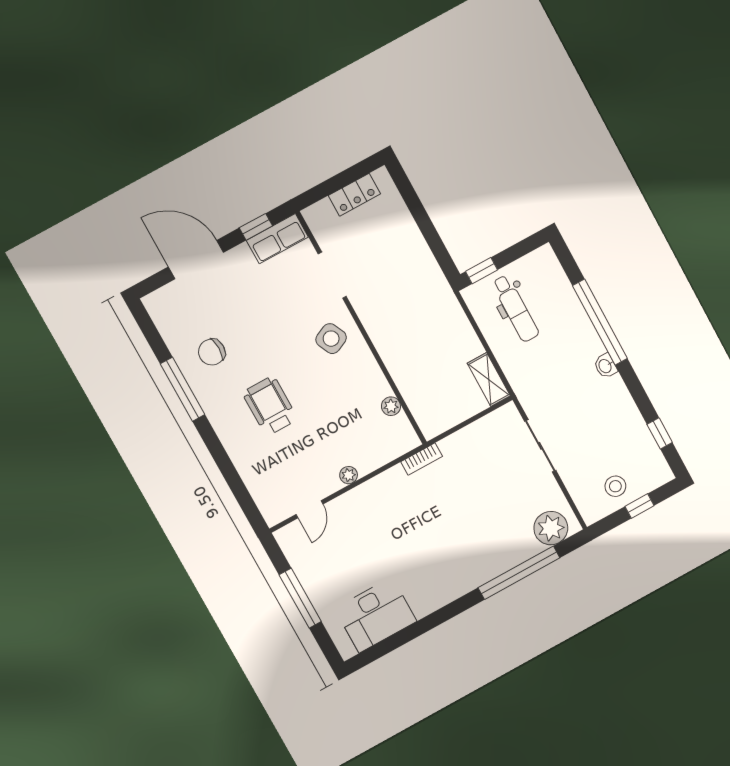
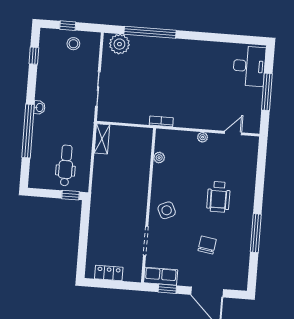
chair: (212, 352) -> (207, 245), moved, turned -81
desk: (376, 615) -> (249, 66), moved, turned 90

